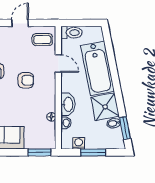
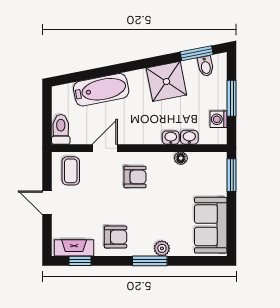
bathtub: (97, 68) -> (101, 90), width x0.73, depth x0.73
armchair: (26, 80) -> (135, 177), moved, turned 90
washbasin: (68, 104) -> (171, 138), width x0.52, depth x0.69
bidet: (114, 123) -> (206, 66), moved

